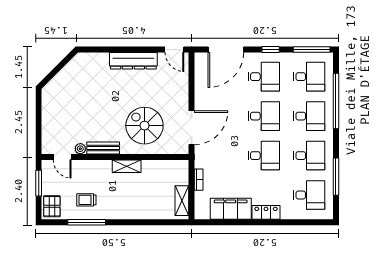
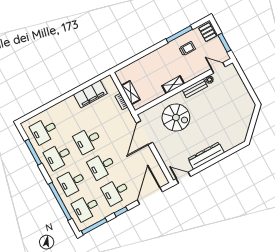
shelving: (182, 201) -> (131, 93), moved
locker: (266, 212) -> (66, 104), removed

